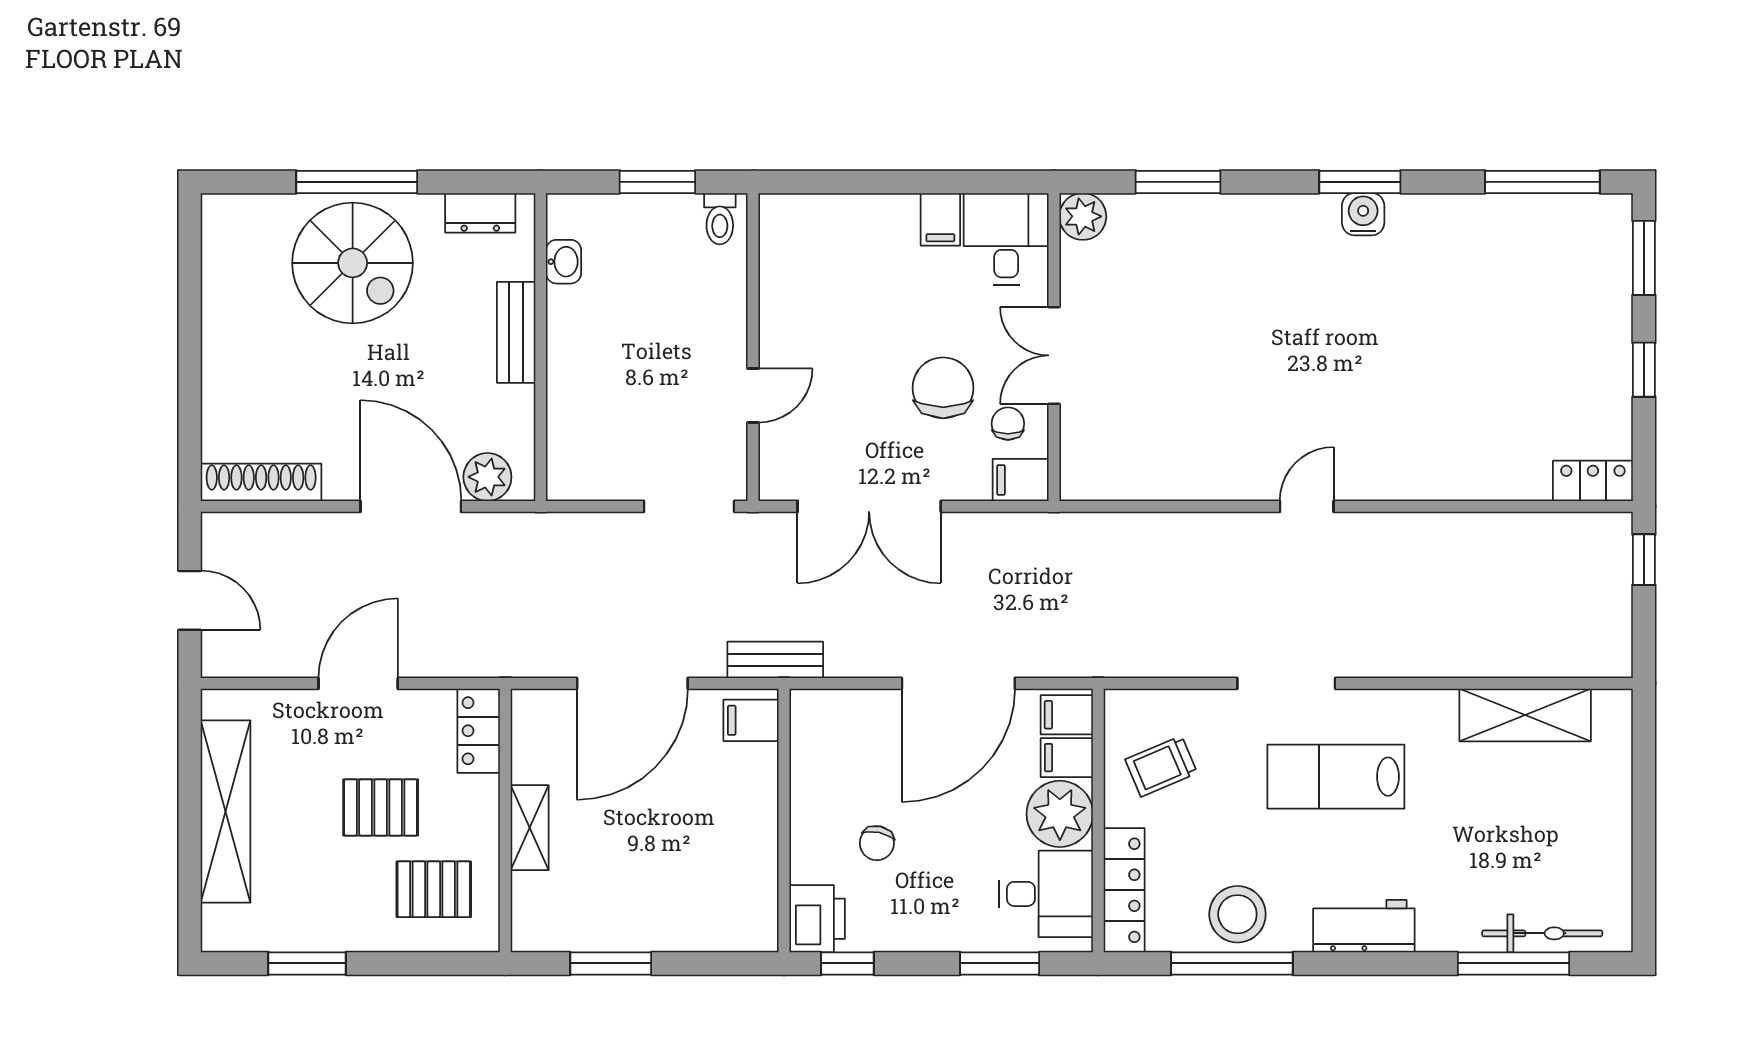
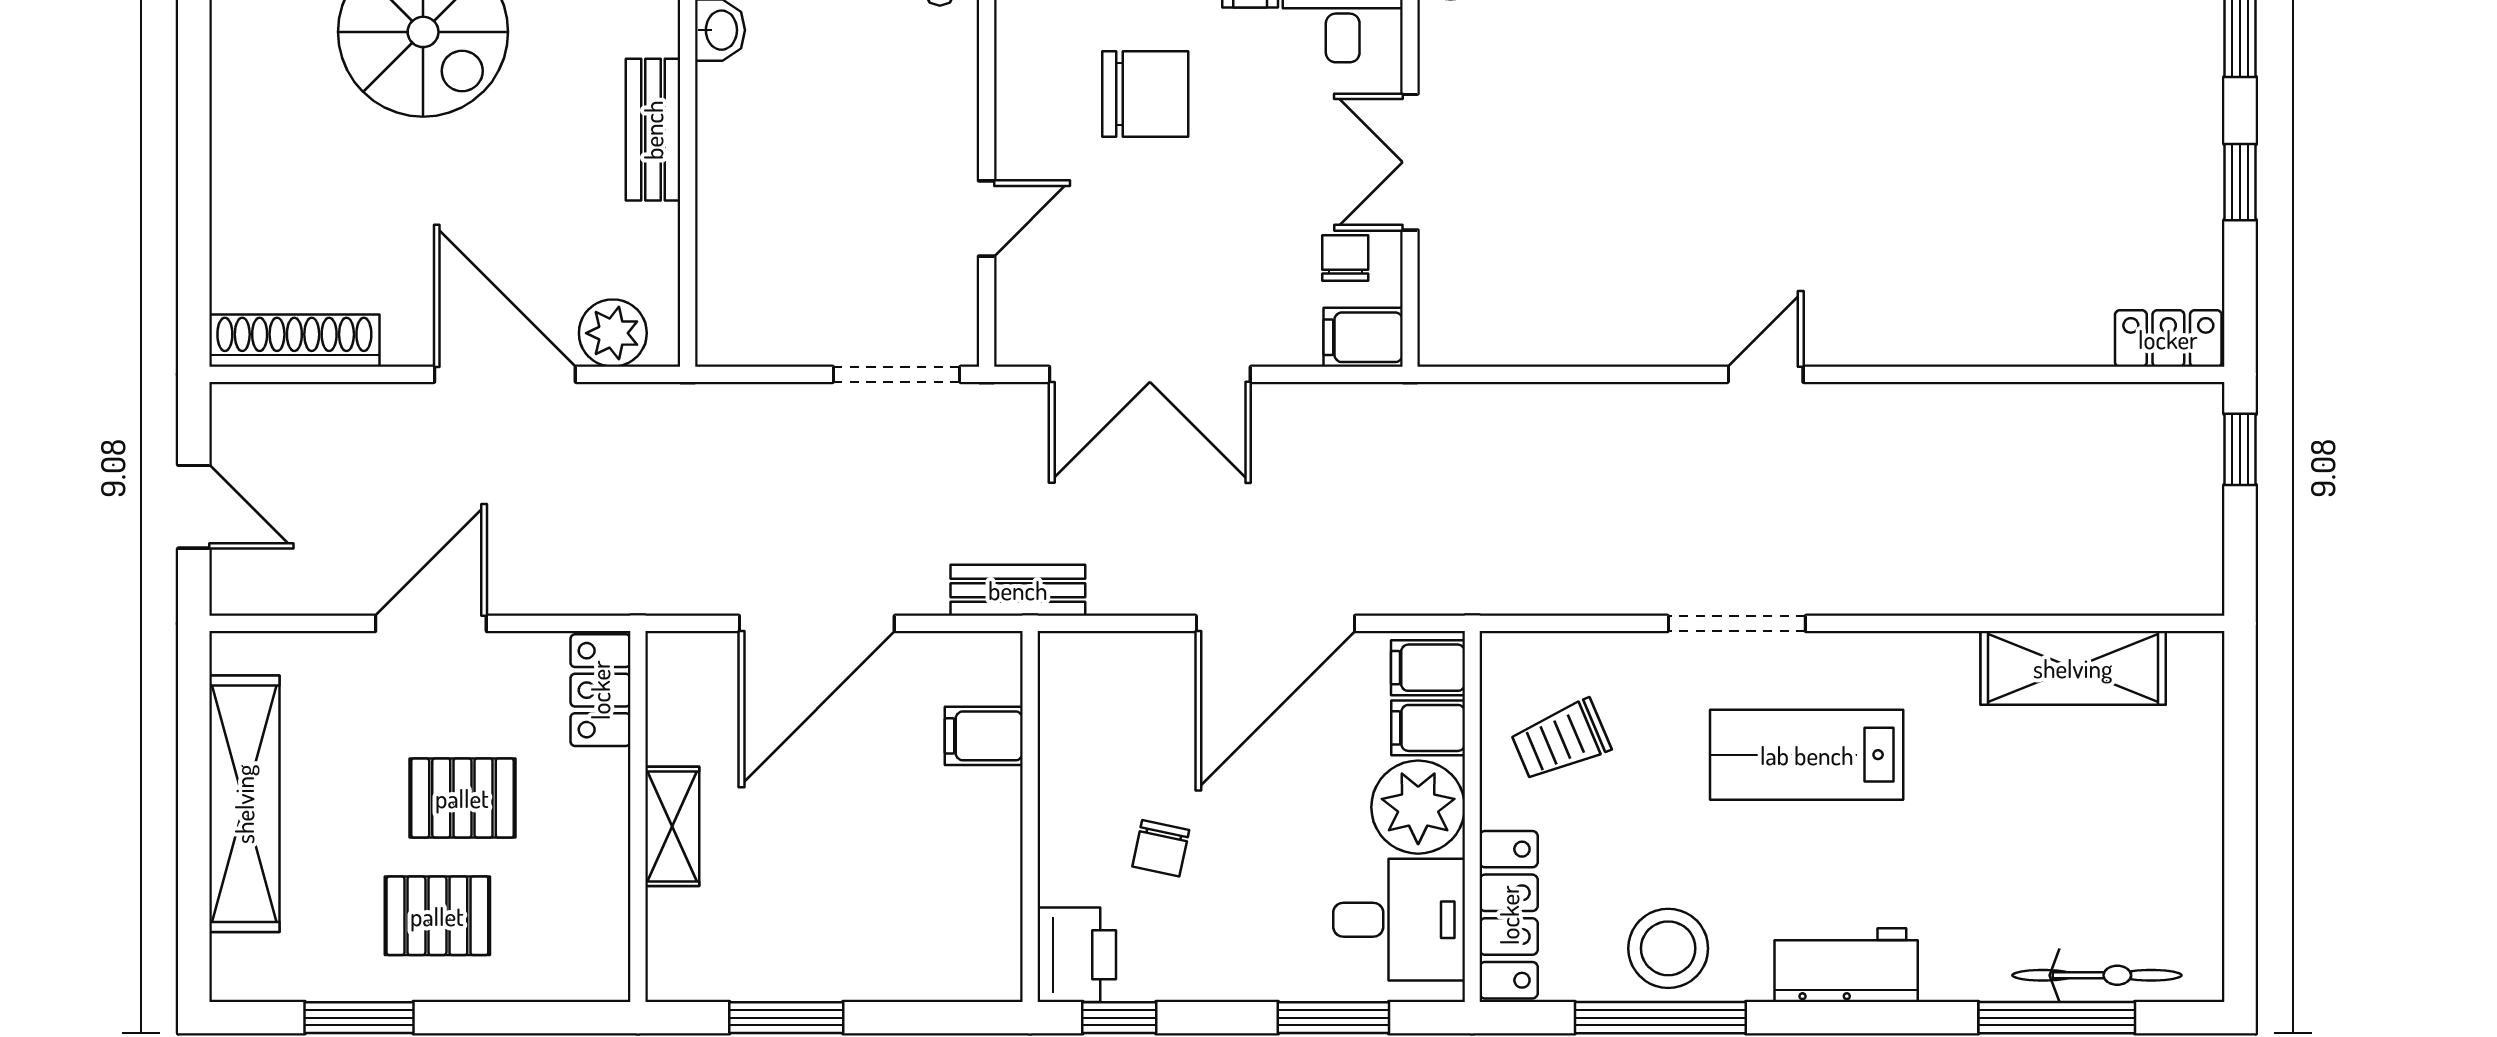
chair: (943, 388) -> (1145, 94), moved, turned 90
filing cabinet: (751, 720) -> (984, 736), moved
pallet: (434, 889) -> (437, 916), moved

